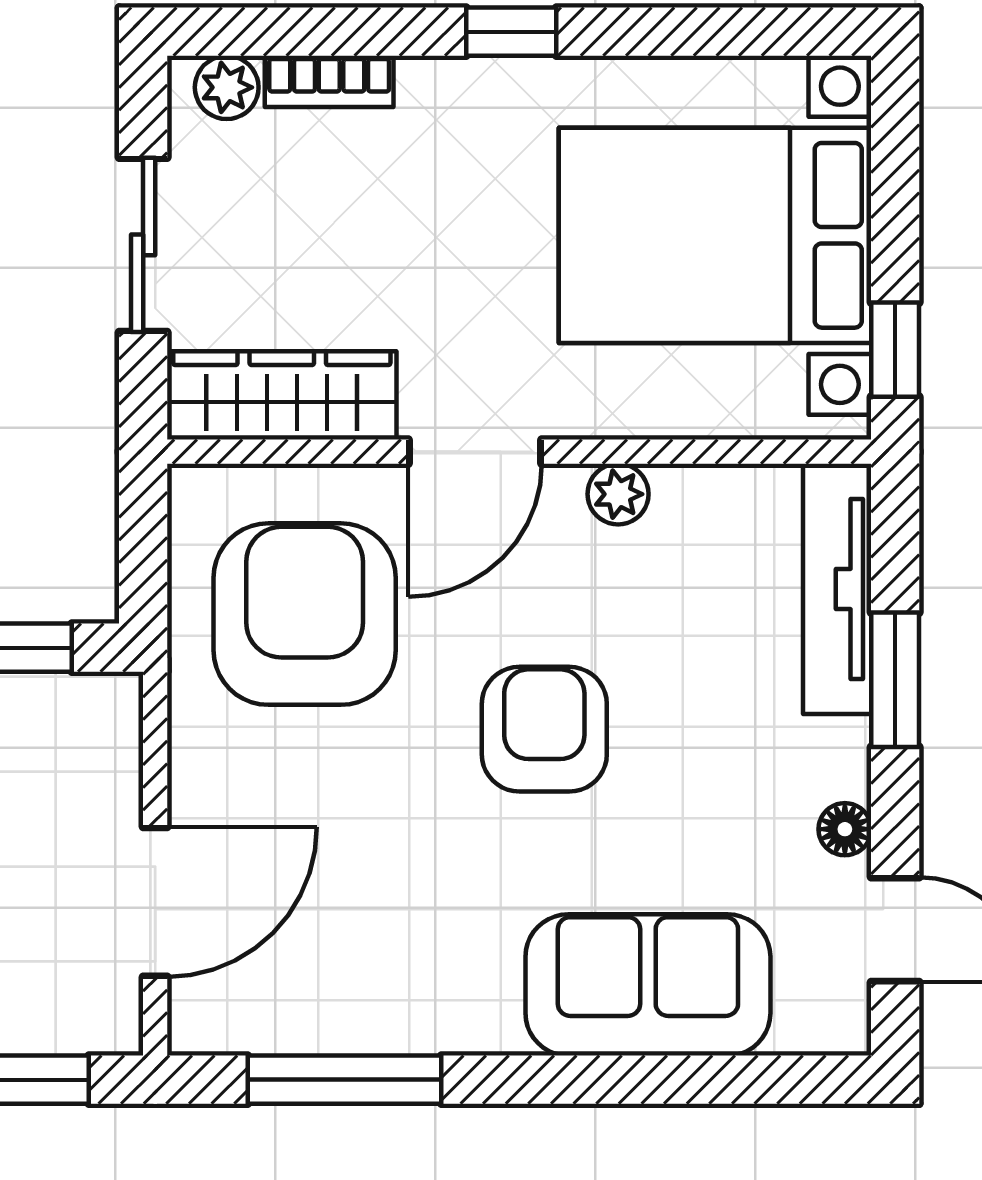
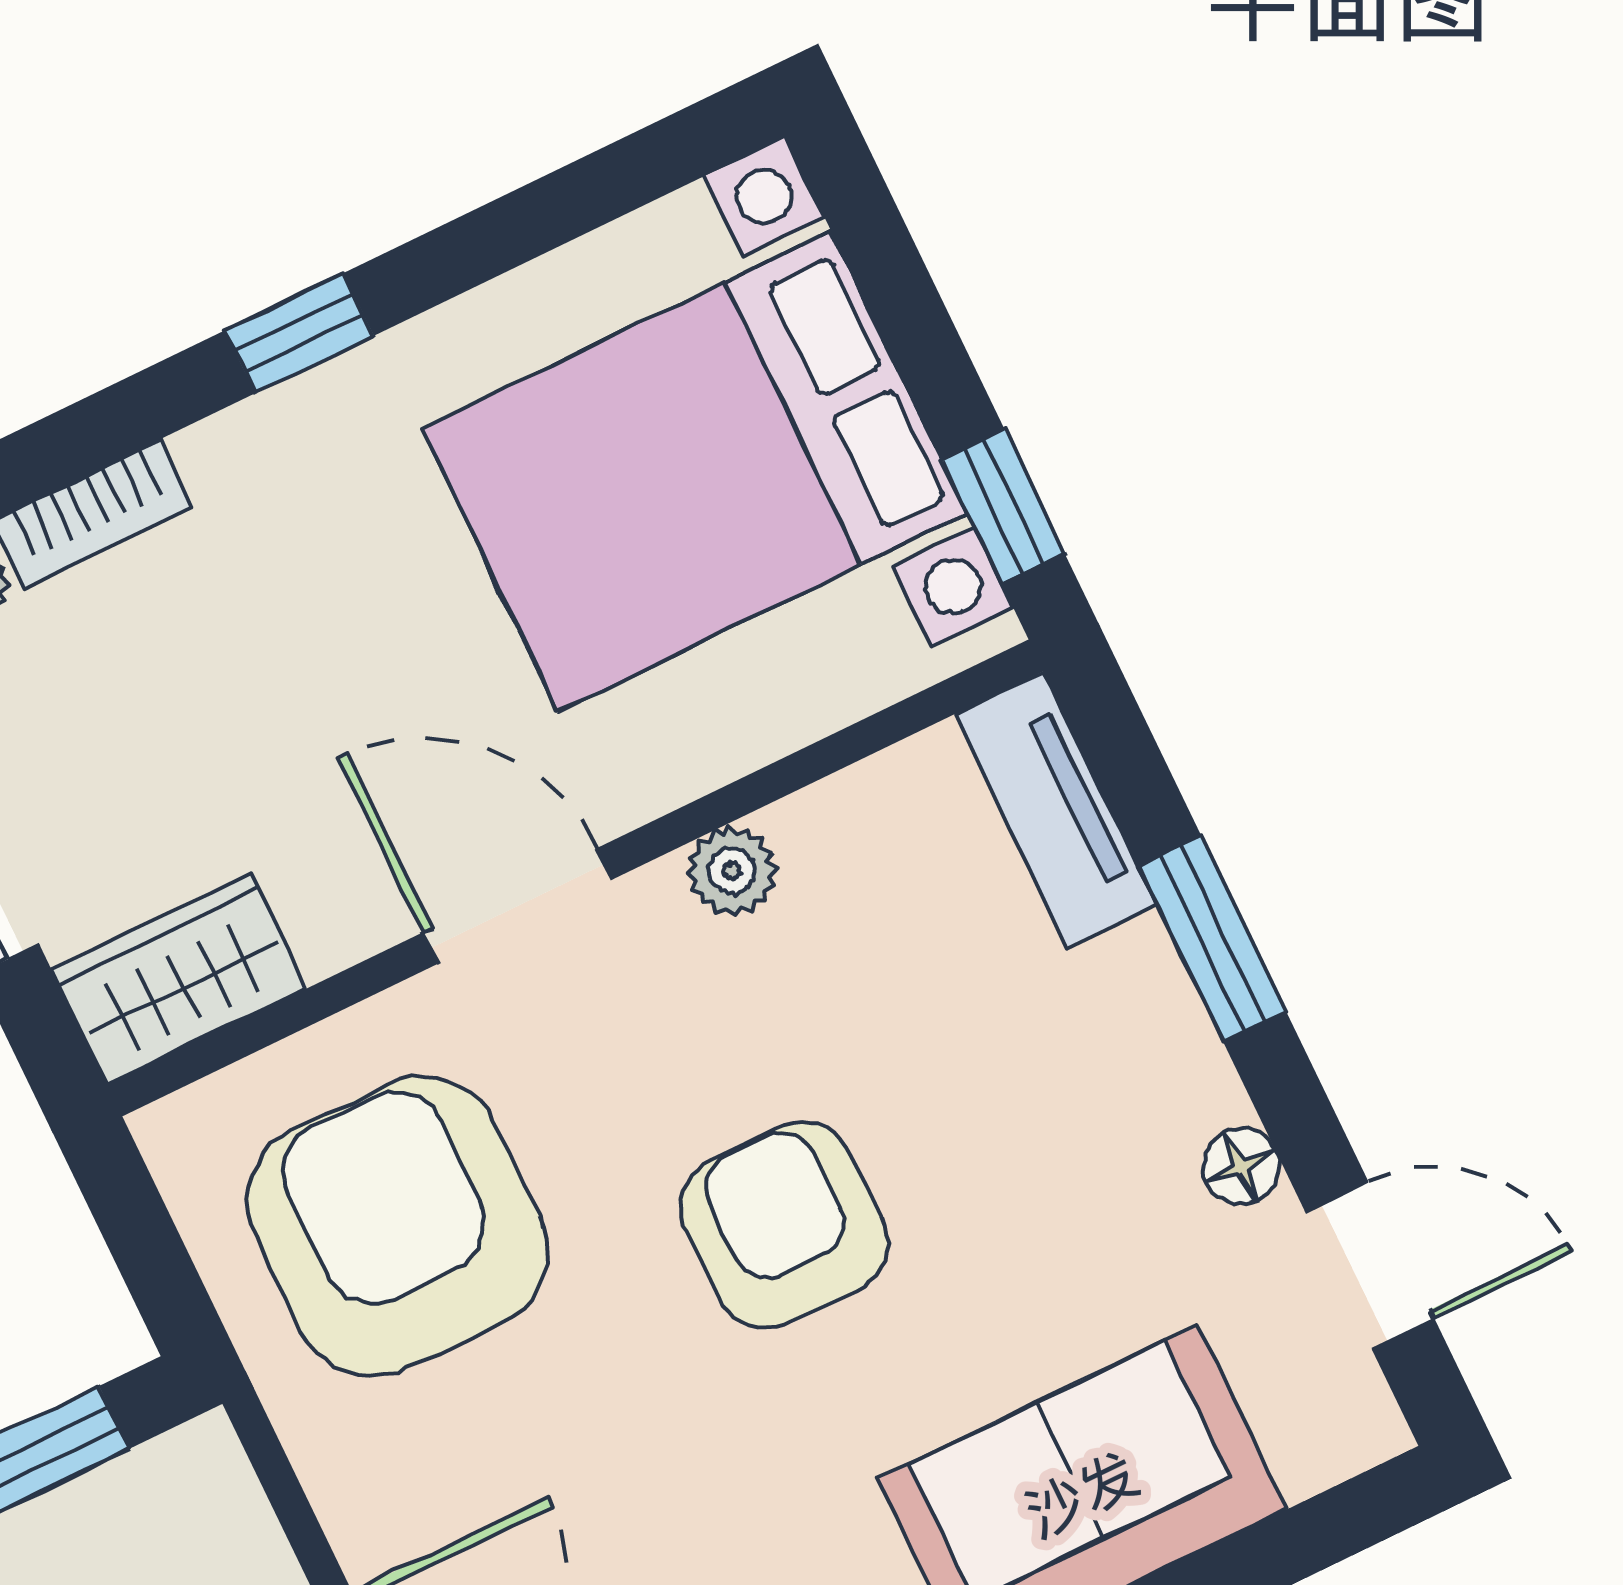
wardrobe: (282, 395) -> (179, 979), width x0.67
door: (475, 452) -> (518, 906), swing flipped
tv unit: (837, 589) -> (1056, 809), width x0.71

